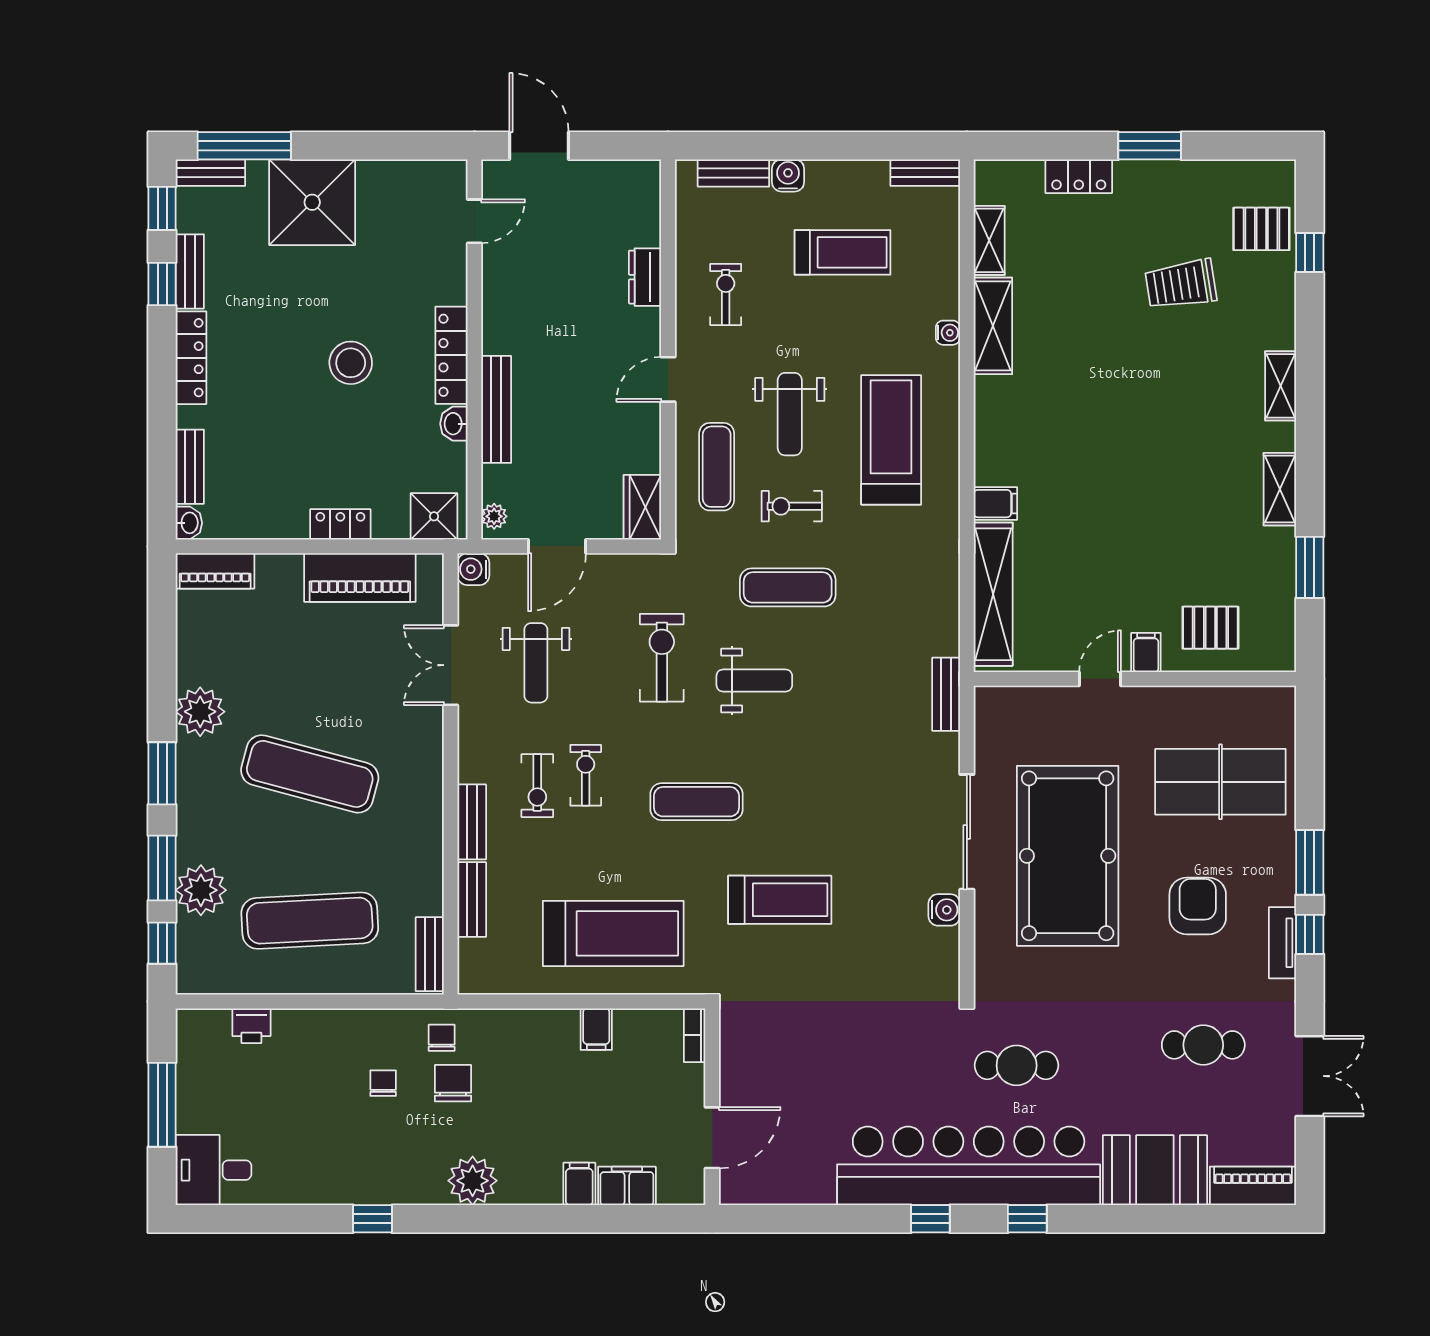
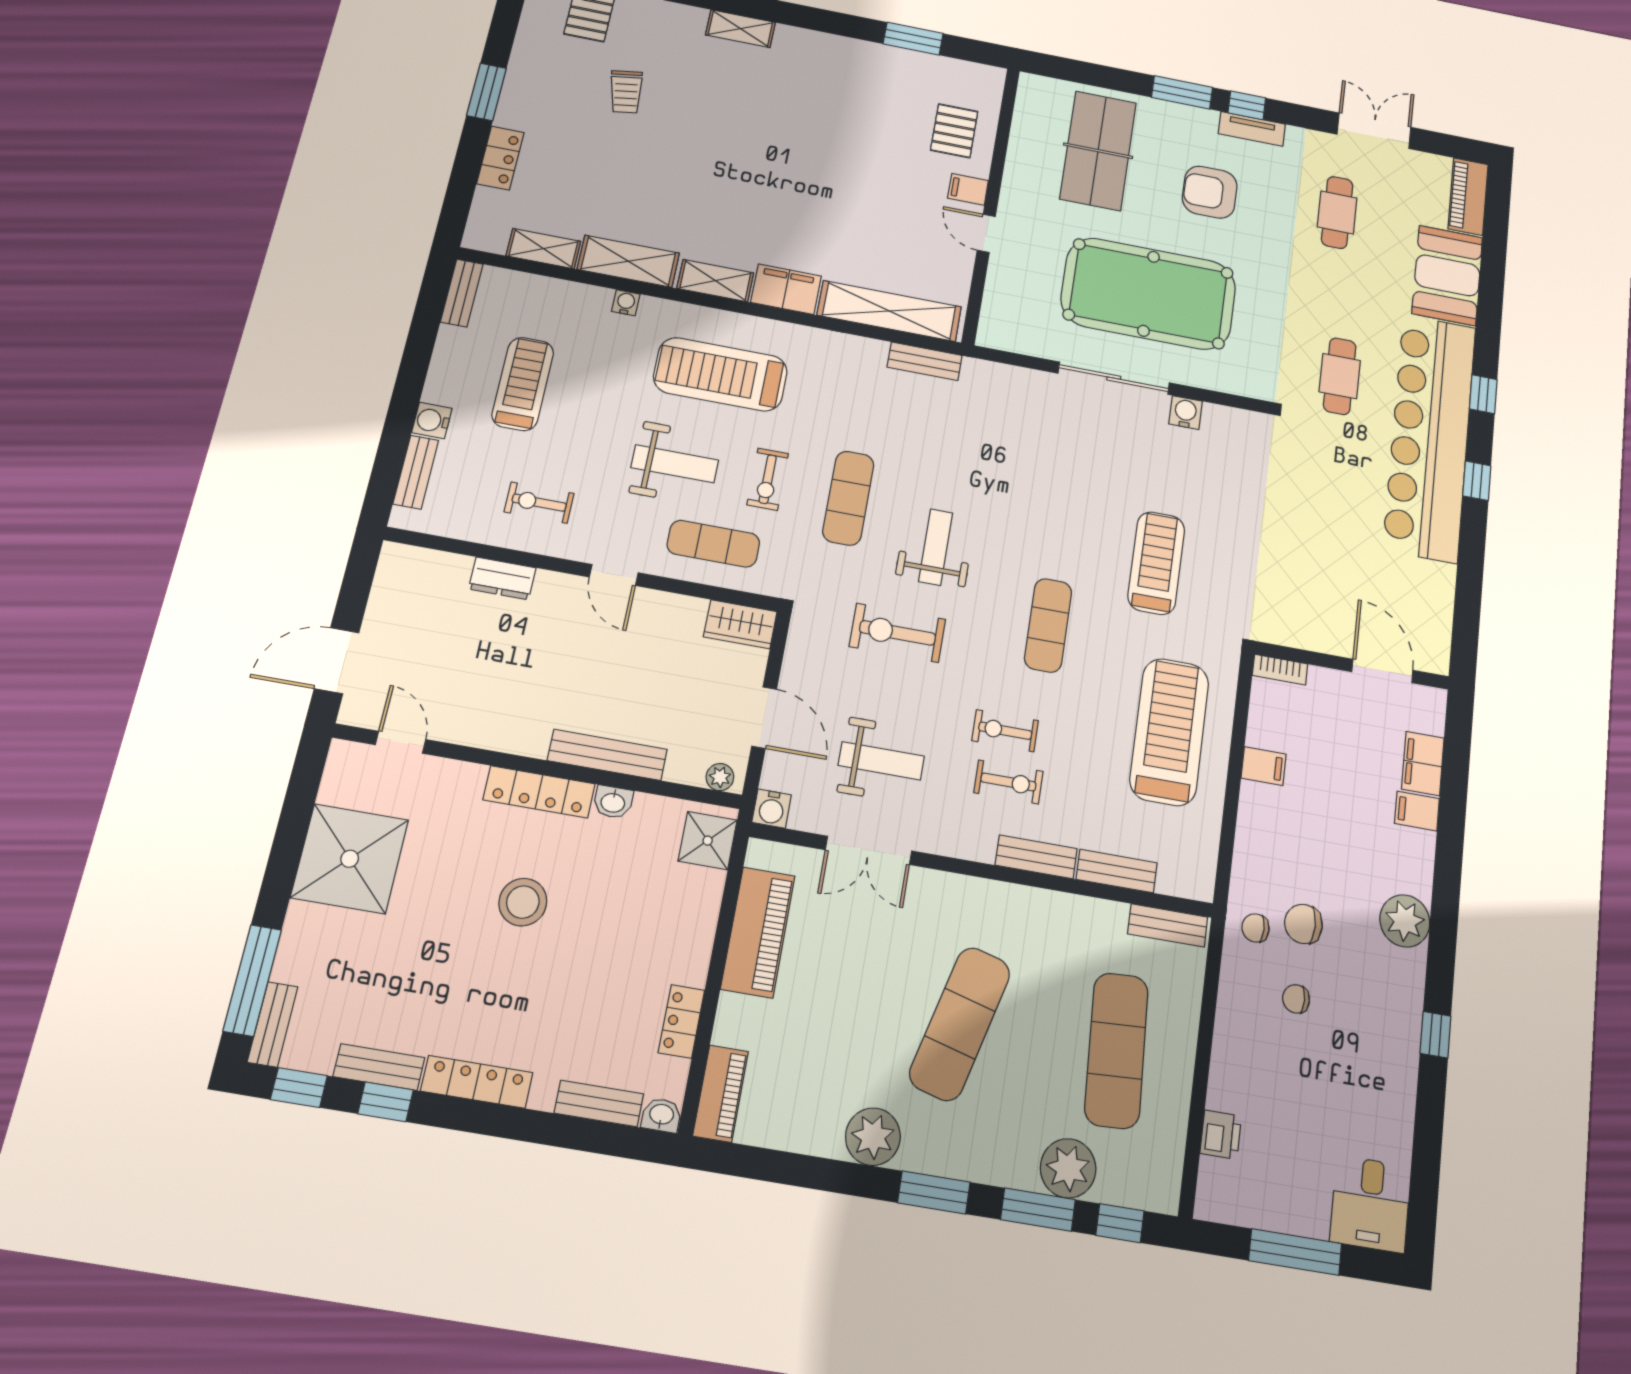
shower: (312, 202) -> (350, 859), moved
trolley: (1181, 284) -> (626, 92), width x0.73, depth x0.72
shelving: (1280, 489) -> (715, 281), moved
filing cabinet: (995, 504) -> (786, 289), width x2.00
locker: (340, 524) -> (681, 1021), moved
bench: (946, 694) -> (925, 361), moved

